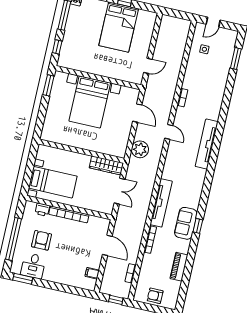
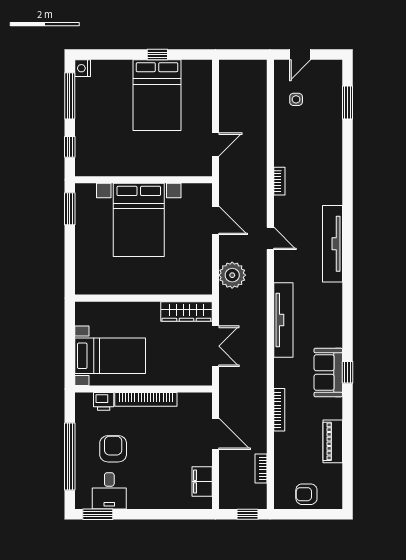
tv unit: (161, 203) -> (283, 320), moved
filing cabinet: (92, 273) -> (202, 482), width x2.00

